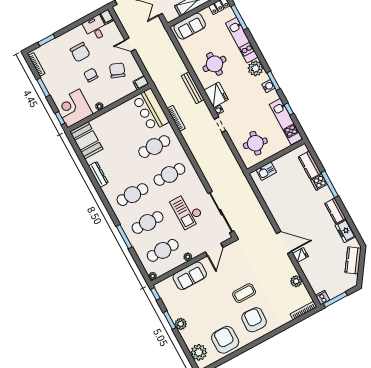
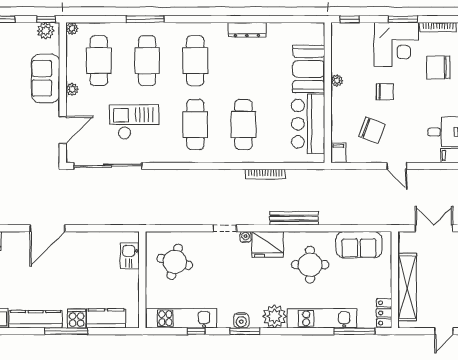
sofa: (190, 26) -> (359, 245), moved, turned -90
door: (130, 45) -> (397, 166), swing flipped
chair: (80, 52) -> (438, 67), moved
corner desk: (73, 108) -> (396, 45), moved, turned 90
bar counter: (151, 110) -> (308, 124), moved, turned -90
booth: (86, 140) -> (309, 69), moved, turned 90
kitchen counter: (335, 211) -> (36, 319), width x1.50
door: (284, 242) -> (47, 228), moved
door: (214, 250) -> (63, 130), swing flipped
plant: (162, 291) -> (46, 31), added

